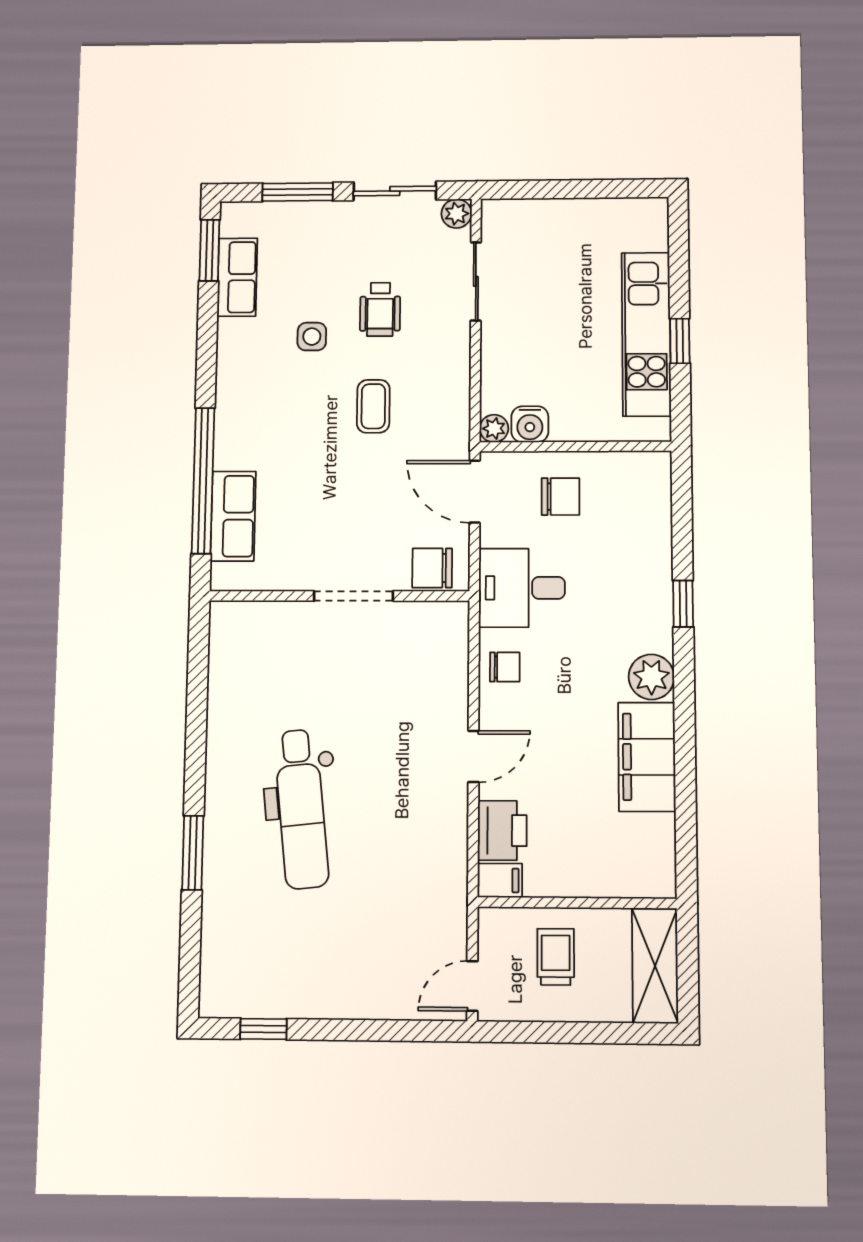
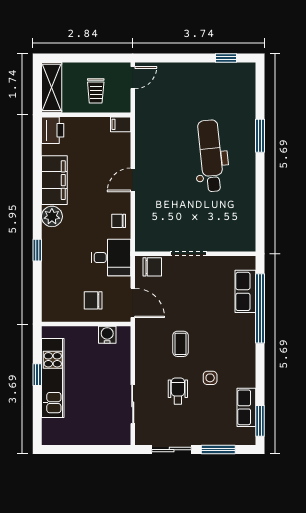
plant: (457, 214) -> (142, 438), removed
plant: (494, 428) -> (124, 333), removed
printer: (502, 831) -> (53, 130), moved, turned 180

